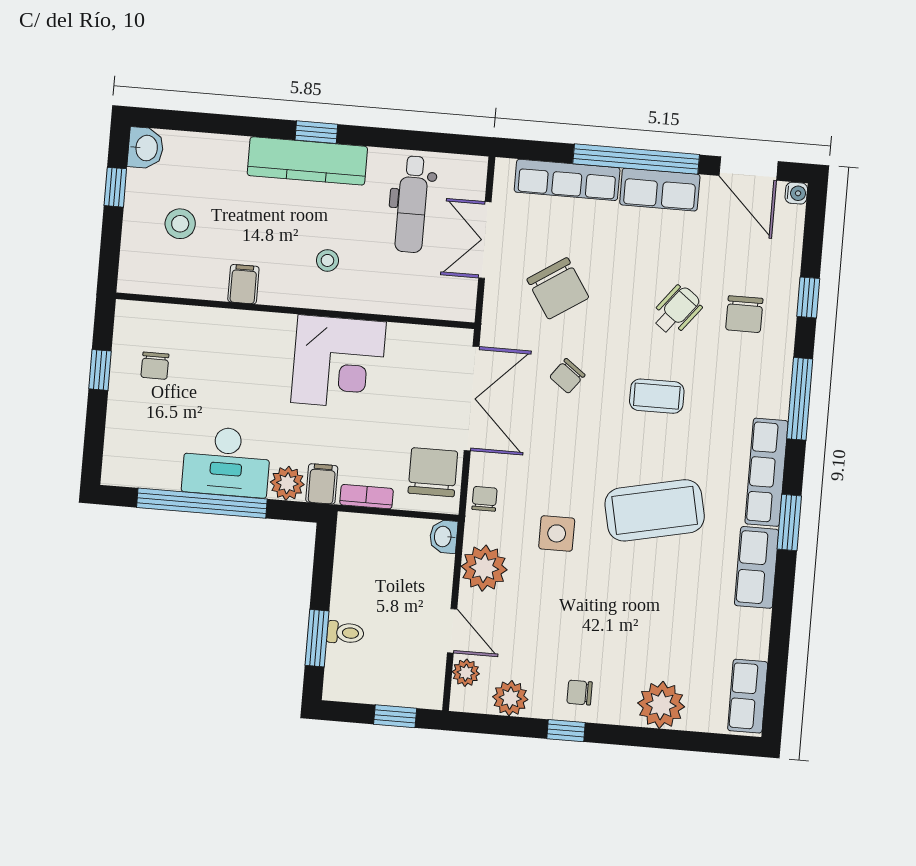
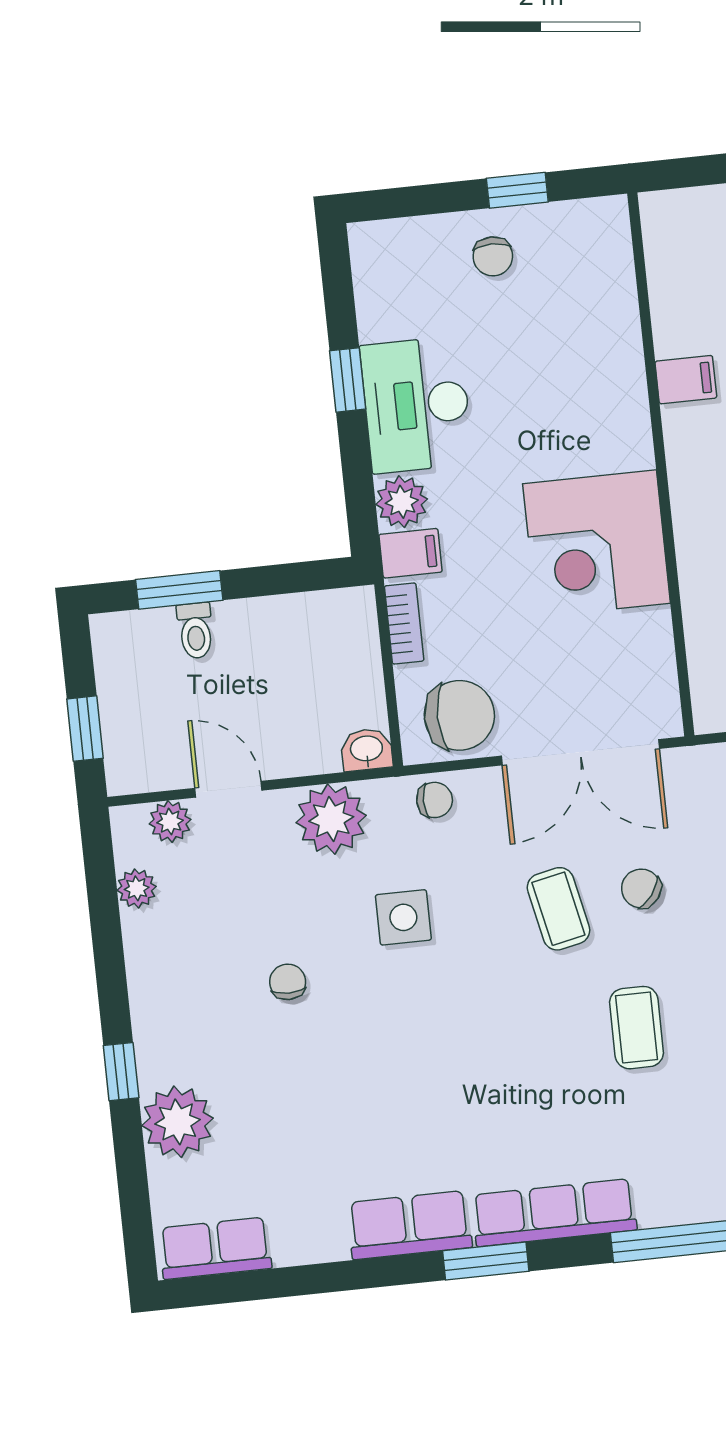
chair: (155, 366) -> (493, 256), moved, turned -90
window: (202, 503) -> (348, 380), width x0.32
coffee table: (655, 510) -> (558, 909), moved, width x0.54, depth x0.58
door: (452, 631) -> (228, 789), swing flipped
chair: (580, 693) -> (288, 982), moved
plant: (510, 698) -> (137, 888), width x0.73, depth x0.73
window: (566, 731) -> (121, 1072), moved

